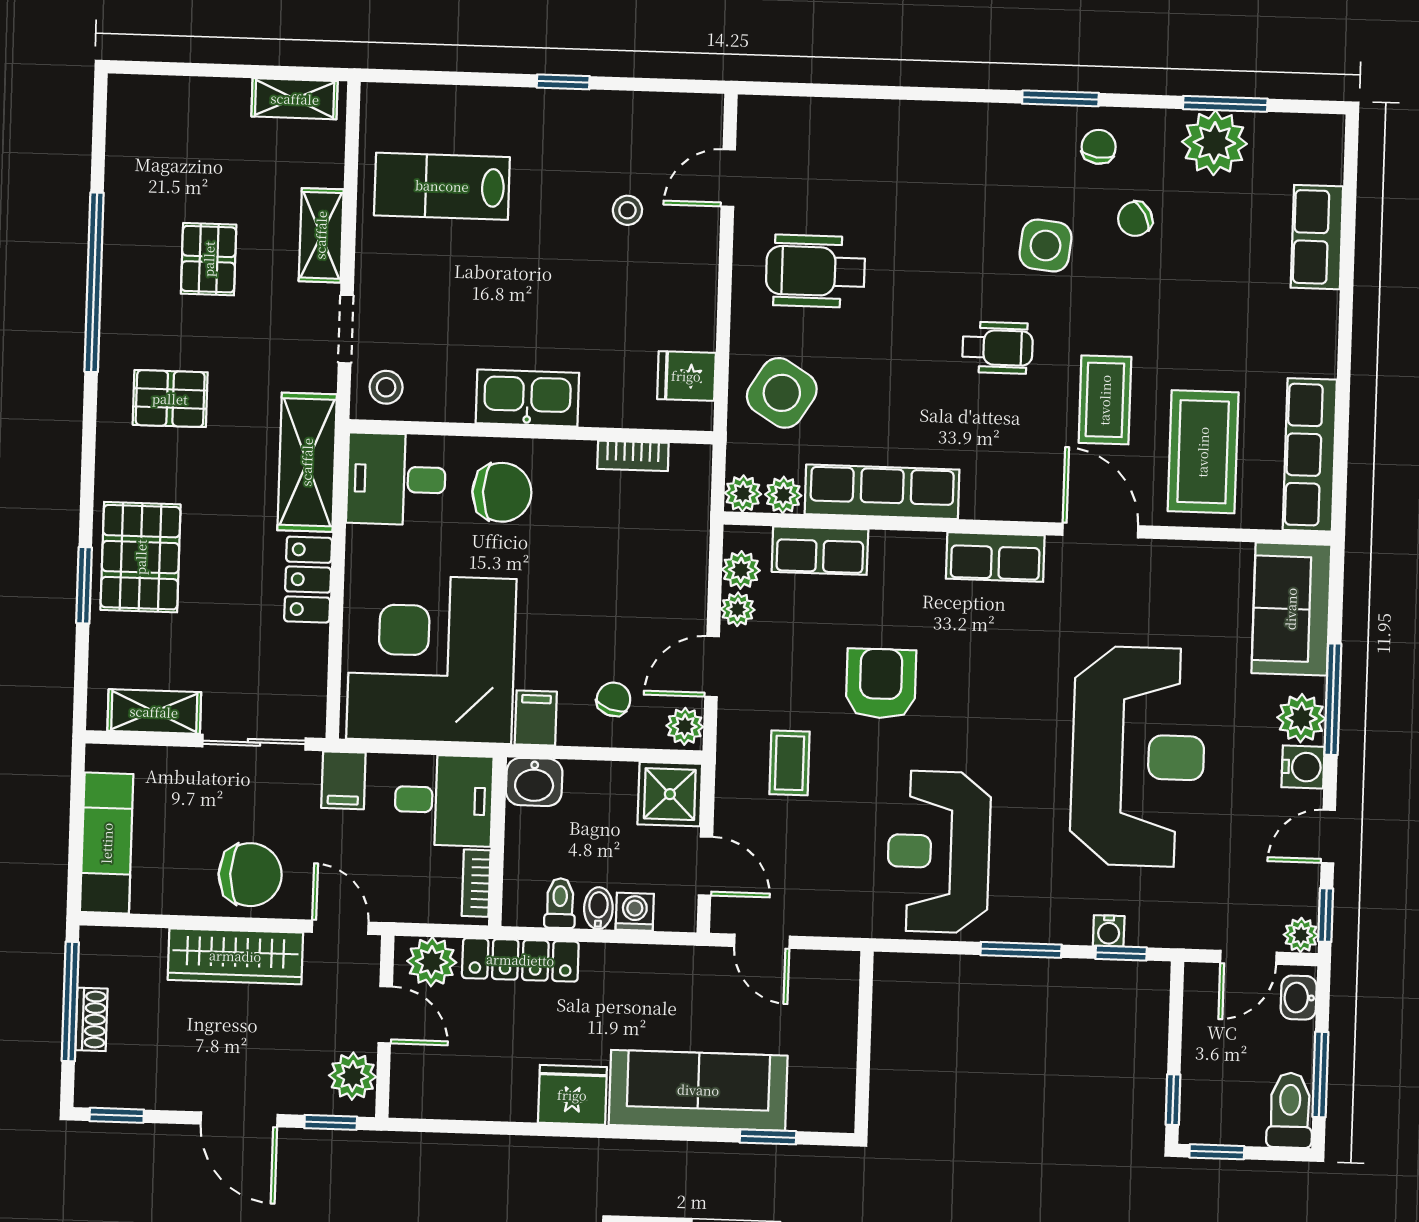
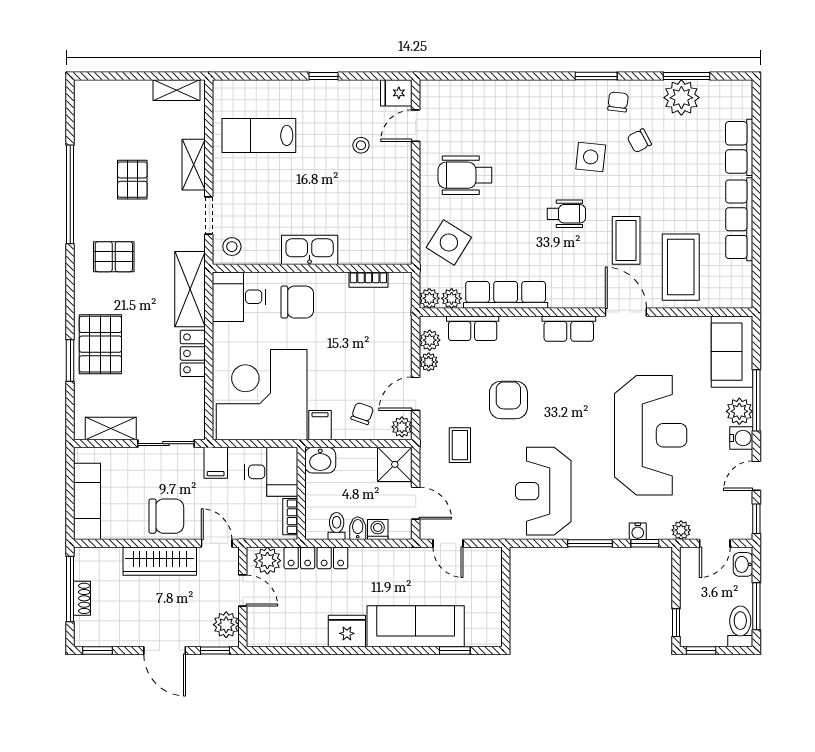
fridge: (686, 376) -> (396, 93), moved
row of seats: (1310, 455) -> (739, 219), moved
plant: (1301, 935) -> (681, 530), moved

